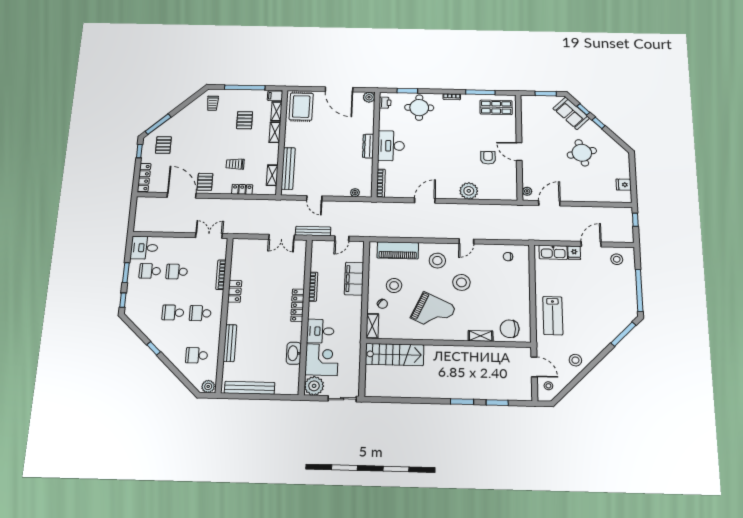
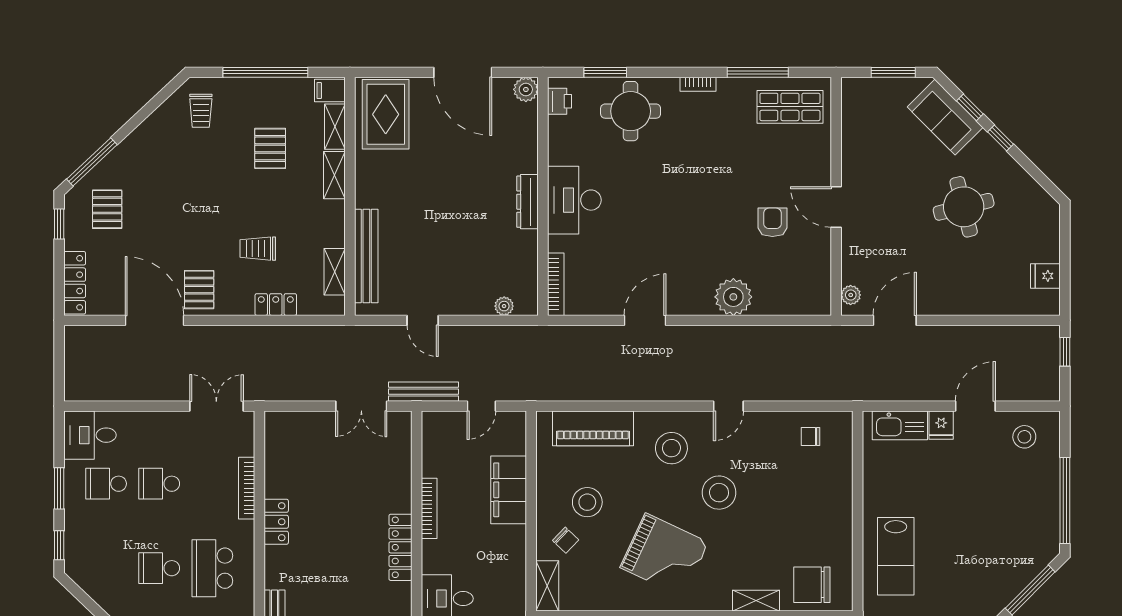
school desk: (200, 313) -> (212, 568), width x1.85

